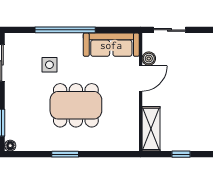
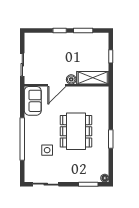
sofa: (111, 45) -> (33, 101), width x0.73
boiler: (149, 59) -> (71, 79), moved
door: (141, 78) -> (57, 85), swing flipped

